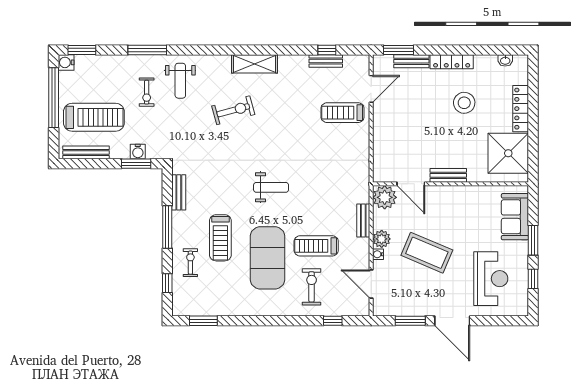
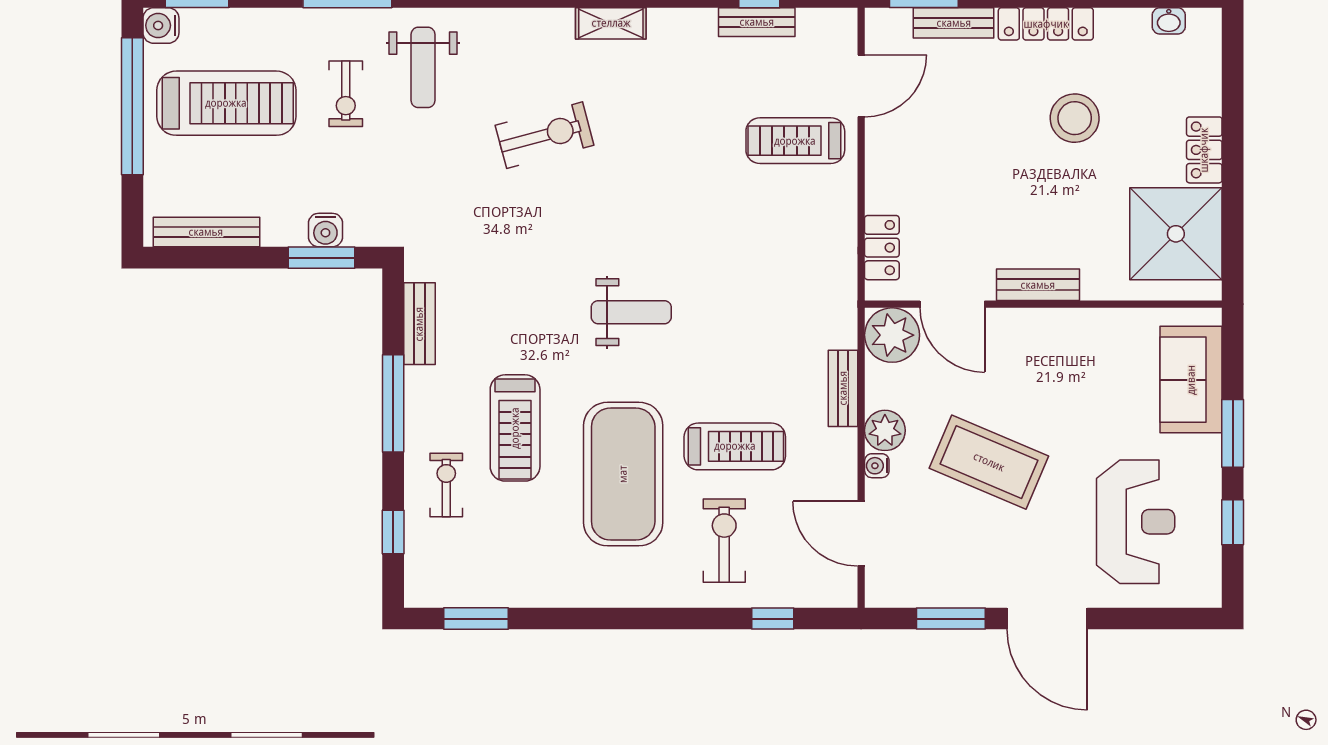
shelving: (254, 64) -> (611, 23), width x0.67, depth x0.75
locker: (521, 109) -> (1204, 150), width x0.66
treadmill: (94, 117) -> (226, 103), moved
locker: (380, 159) -> (882, 248), added
treadmill: (316, 246) -> (735, 446), turned 180

